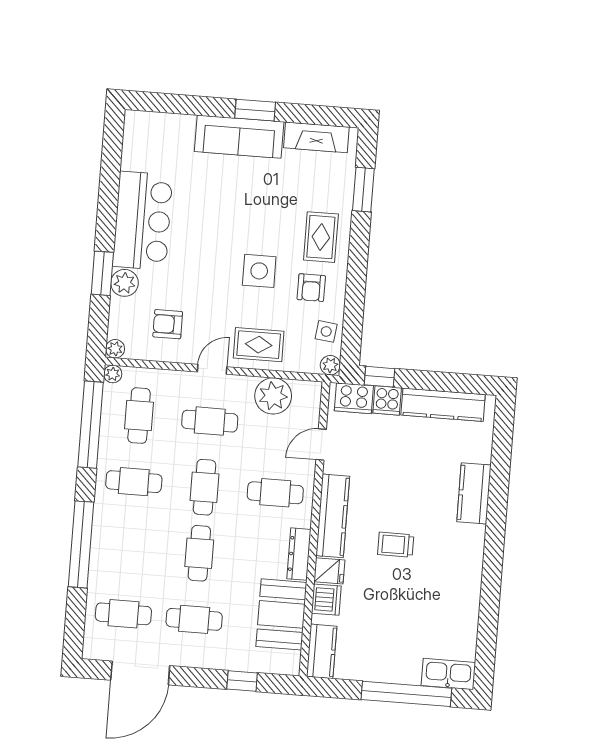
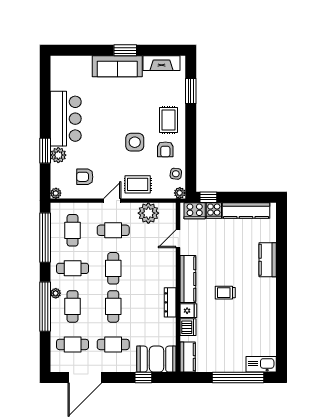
plant: (113, 374) -> (56, 293), moved
cafe table: (275, 493) -> (73, 306), moved, turned 90
booth: (281, 614) -> (156, 359), moved, turned 90

